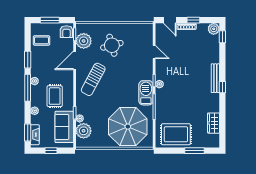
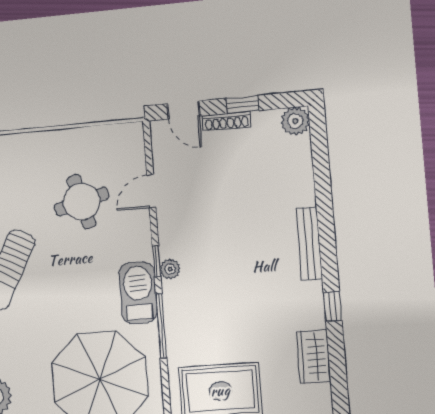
window: (222, 37) -> (319, 139), removed
round table: (112, 45) -> (82, 202), moved
door: (154, 52) -> (151, 191), swing flipped
window: (222, 87) -> (333, 306), moved

